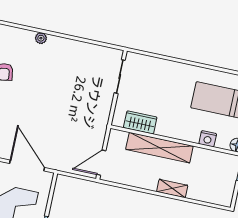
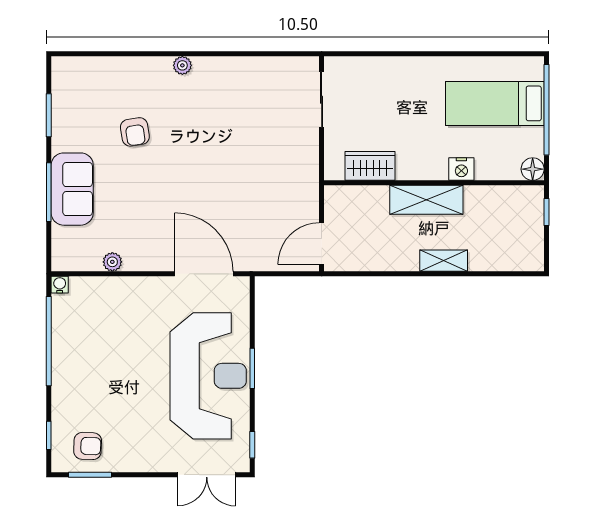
nightstand: (208, 139) -> (461, 169), moved
shelving: (159, 148) -> (426, 200), width x0.68

